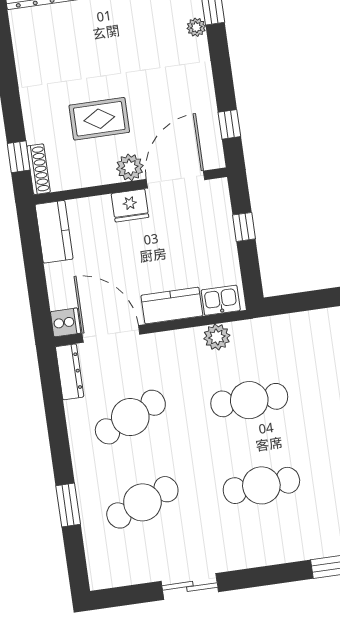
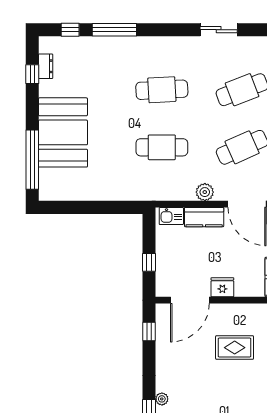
plant: (130, 167) -> (219, 312), removed
plant: (217, 337) -> (205, 192), moved

